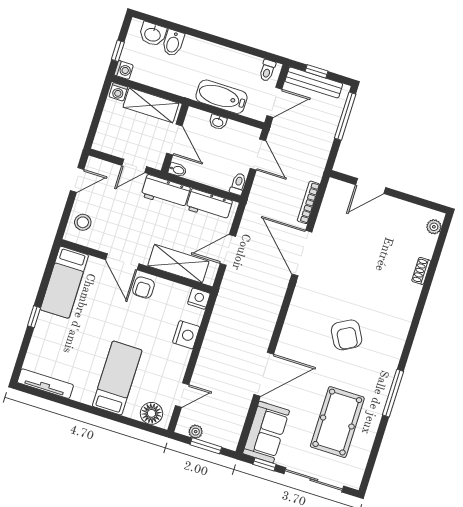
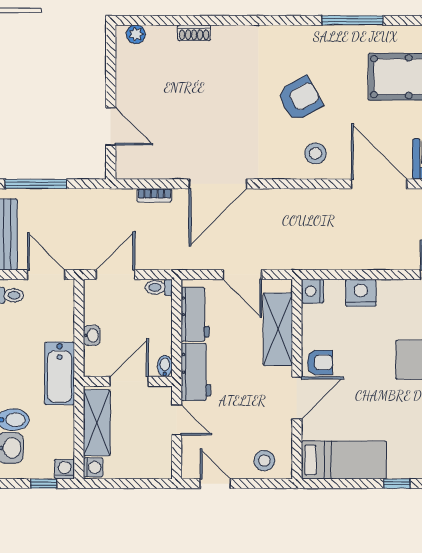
bathtub: (221, 97) -> (60, 373), moved
bookcase: (308, 202) -> (154, 195), width x0.64
stool: (302, 334) -> (315, 153), added

